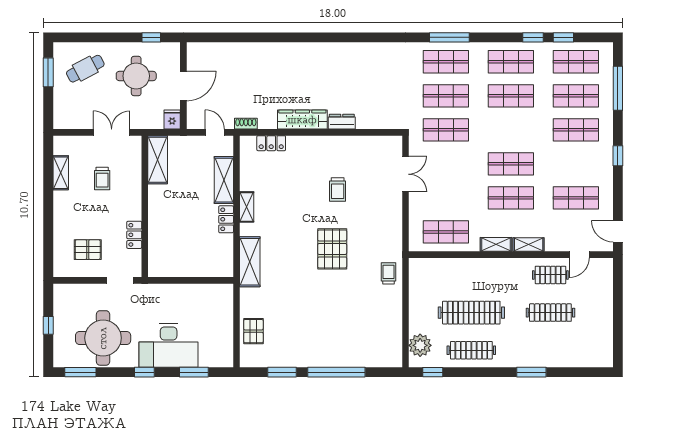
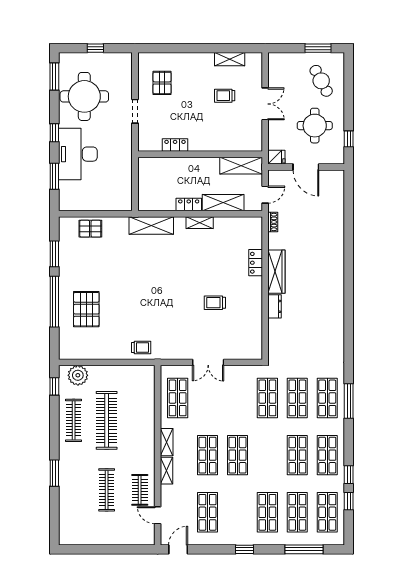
locker: (271, 143) -> (256, 263), moved
shelving: (158, 160) -> (241, 166), moved
double door: (405, 174) -> (208, 362), moved
wall: (145, 206) -> (200, 154), moved
locker: (134, 235) -> (175, 145), moved
pallet: (332, 249) -> (86, 309), moved, turned 90

